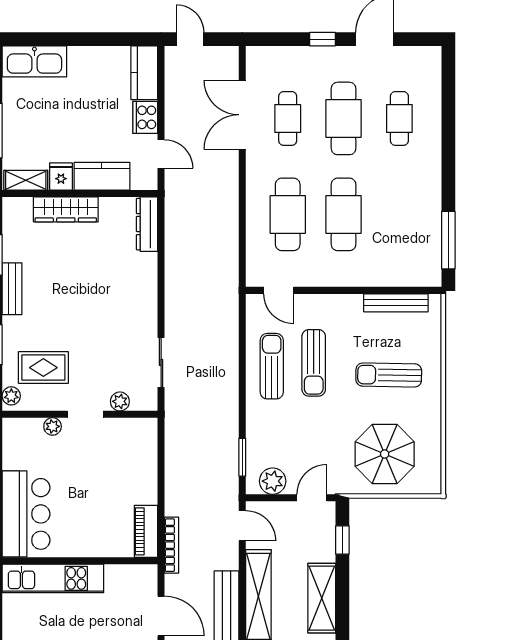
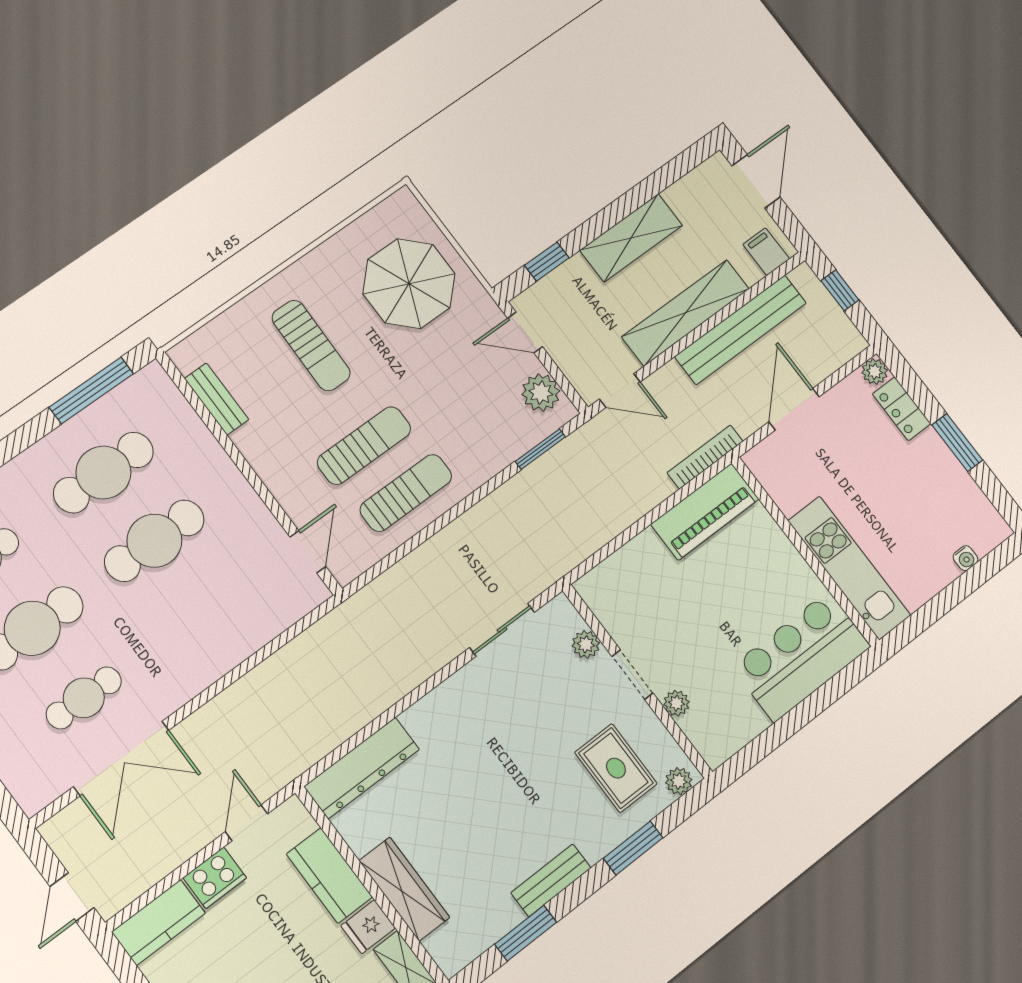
cafe table: (288, 214) -> (103, 472), moved
dresser: (147, 224) -> (362, 768), width x1.37, depth x1.24
bench: (396, 303) -> (217, 399), width x0.73
sun lounger: (272, 366) -> (406, 493), turned 180
door: (242, 526) -> (620, 391), swing flipped
piano: (146, 531) -> (705, 512), width x1.37, depth x1.33

